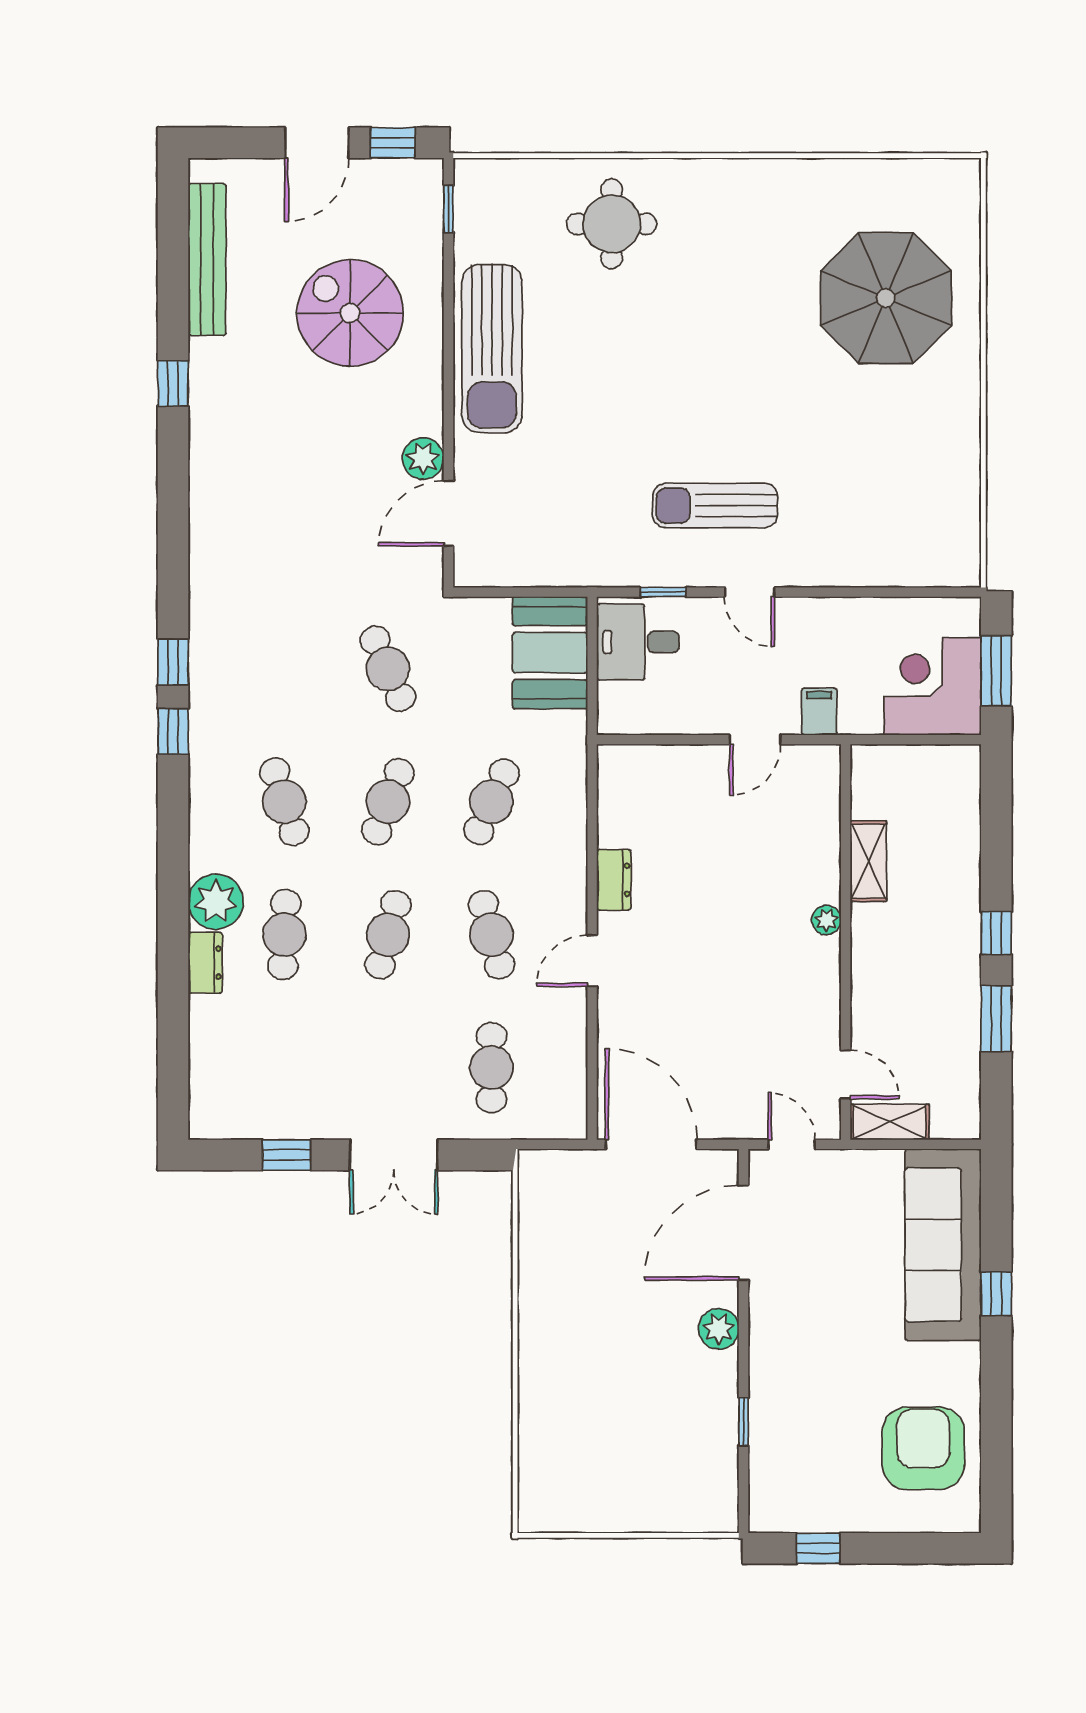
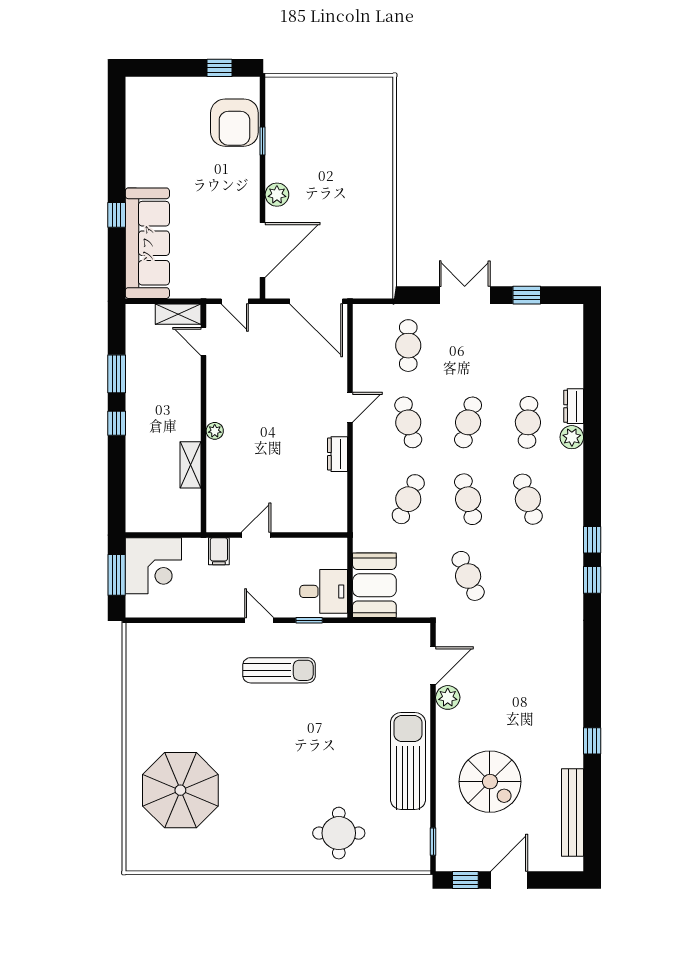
cafe table: (388, 802) -> (468, 499), turned -36
plant: (216, 902) -> (572, 437), width x0.73, depth x0.73
armchair: (923, 1448) -> (234, 123), moved

